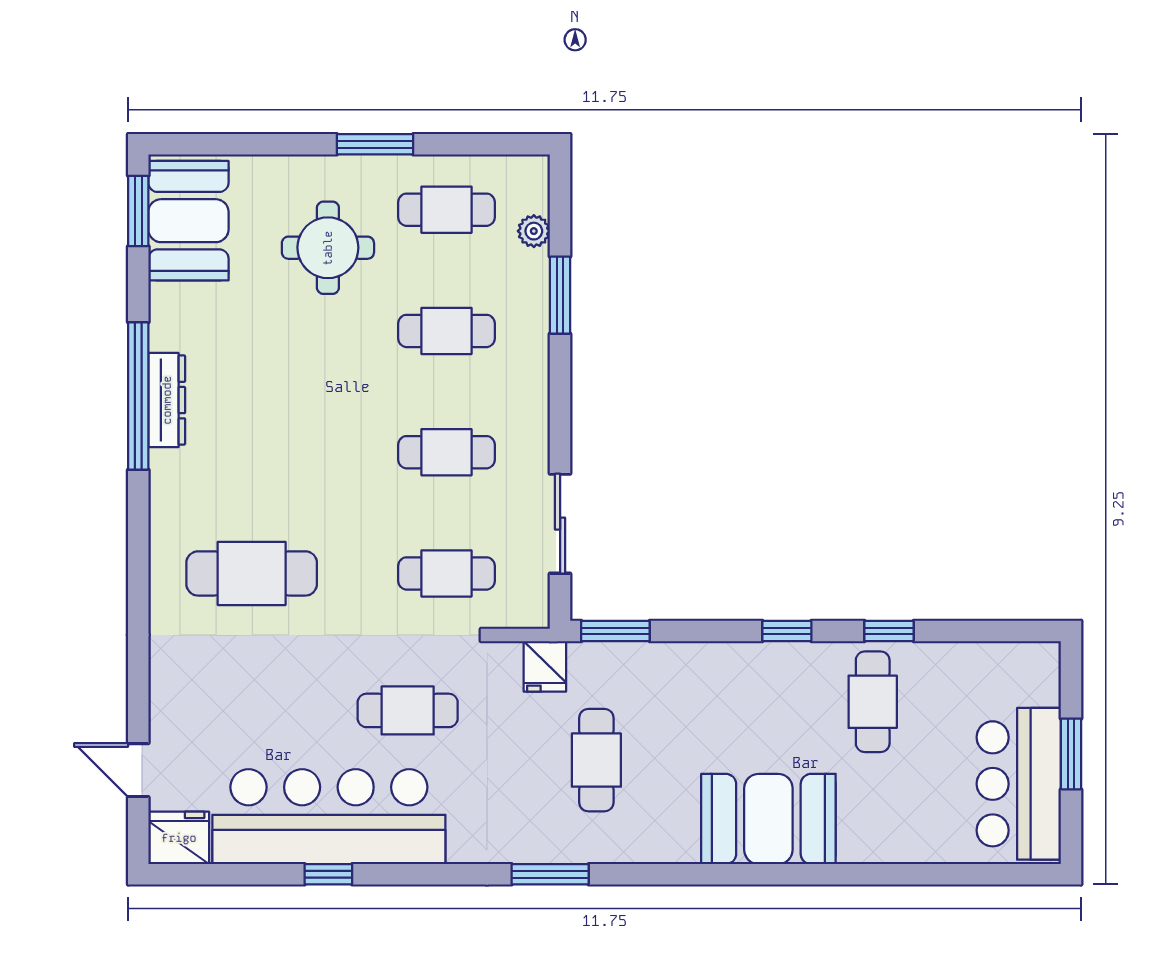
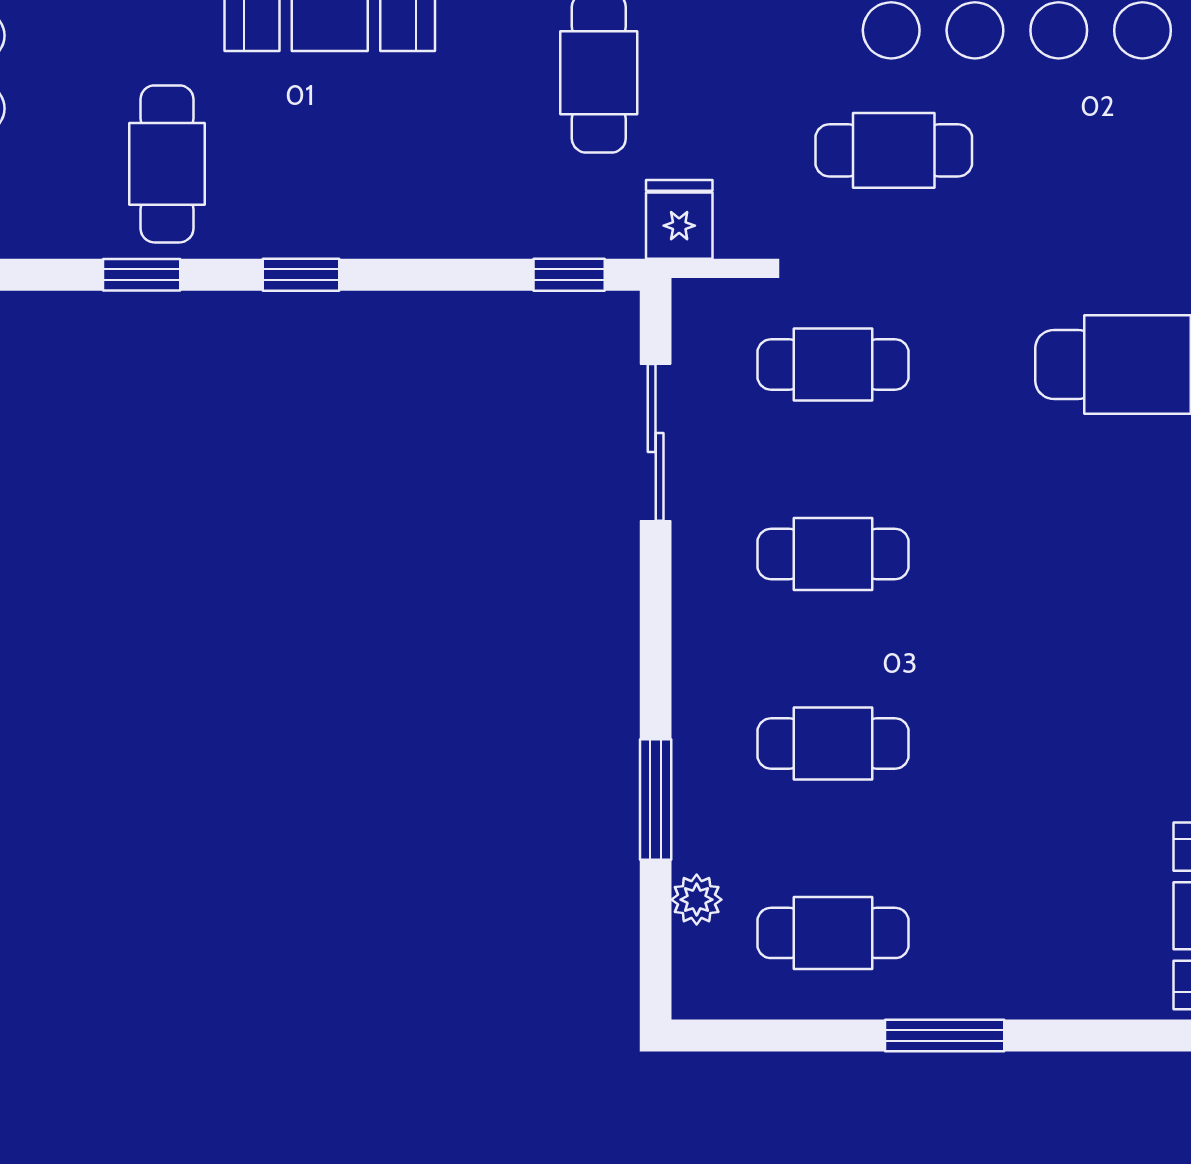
round table: (328, 248) -> (1018, 874), removed
window: (615, 631) -> (569, 275), width x0.67

